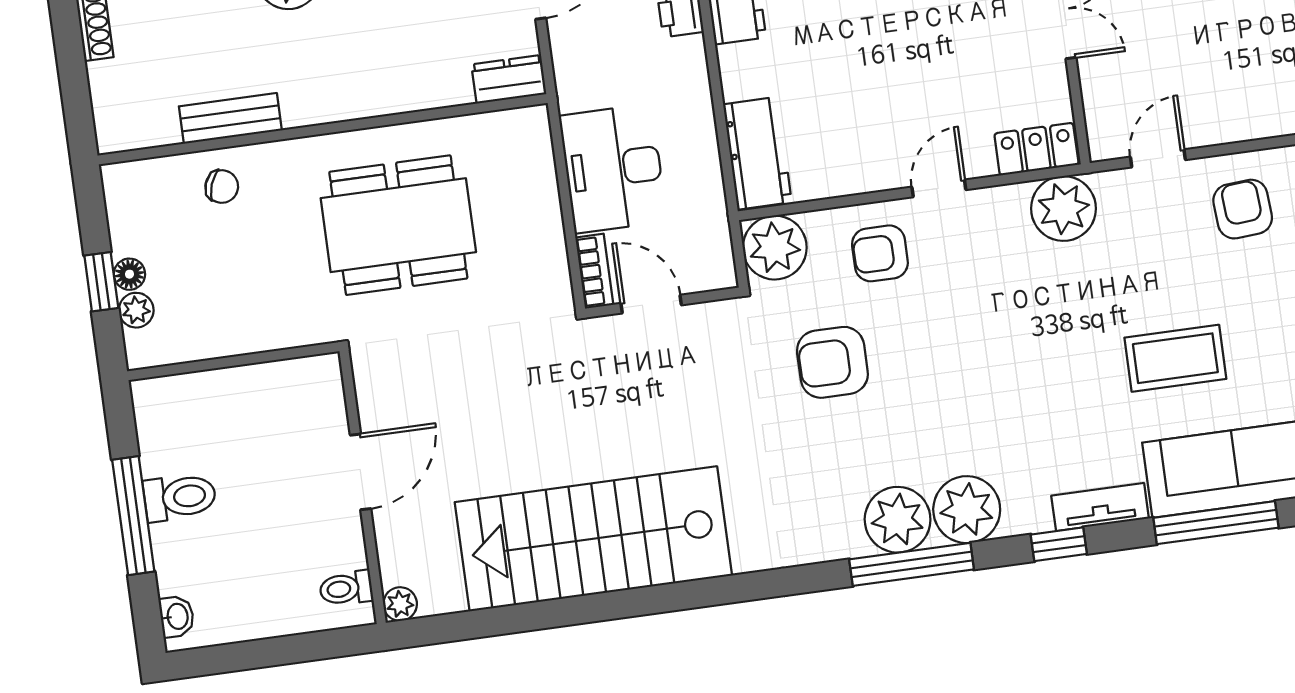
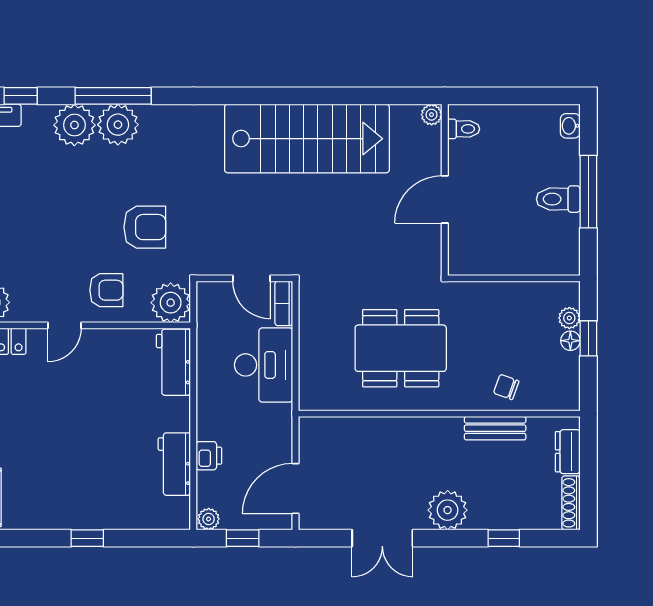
dresser: (509, 79) -> (568, 452), moved, turned 90

